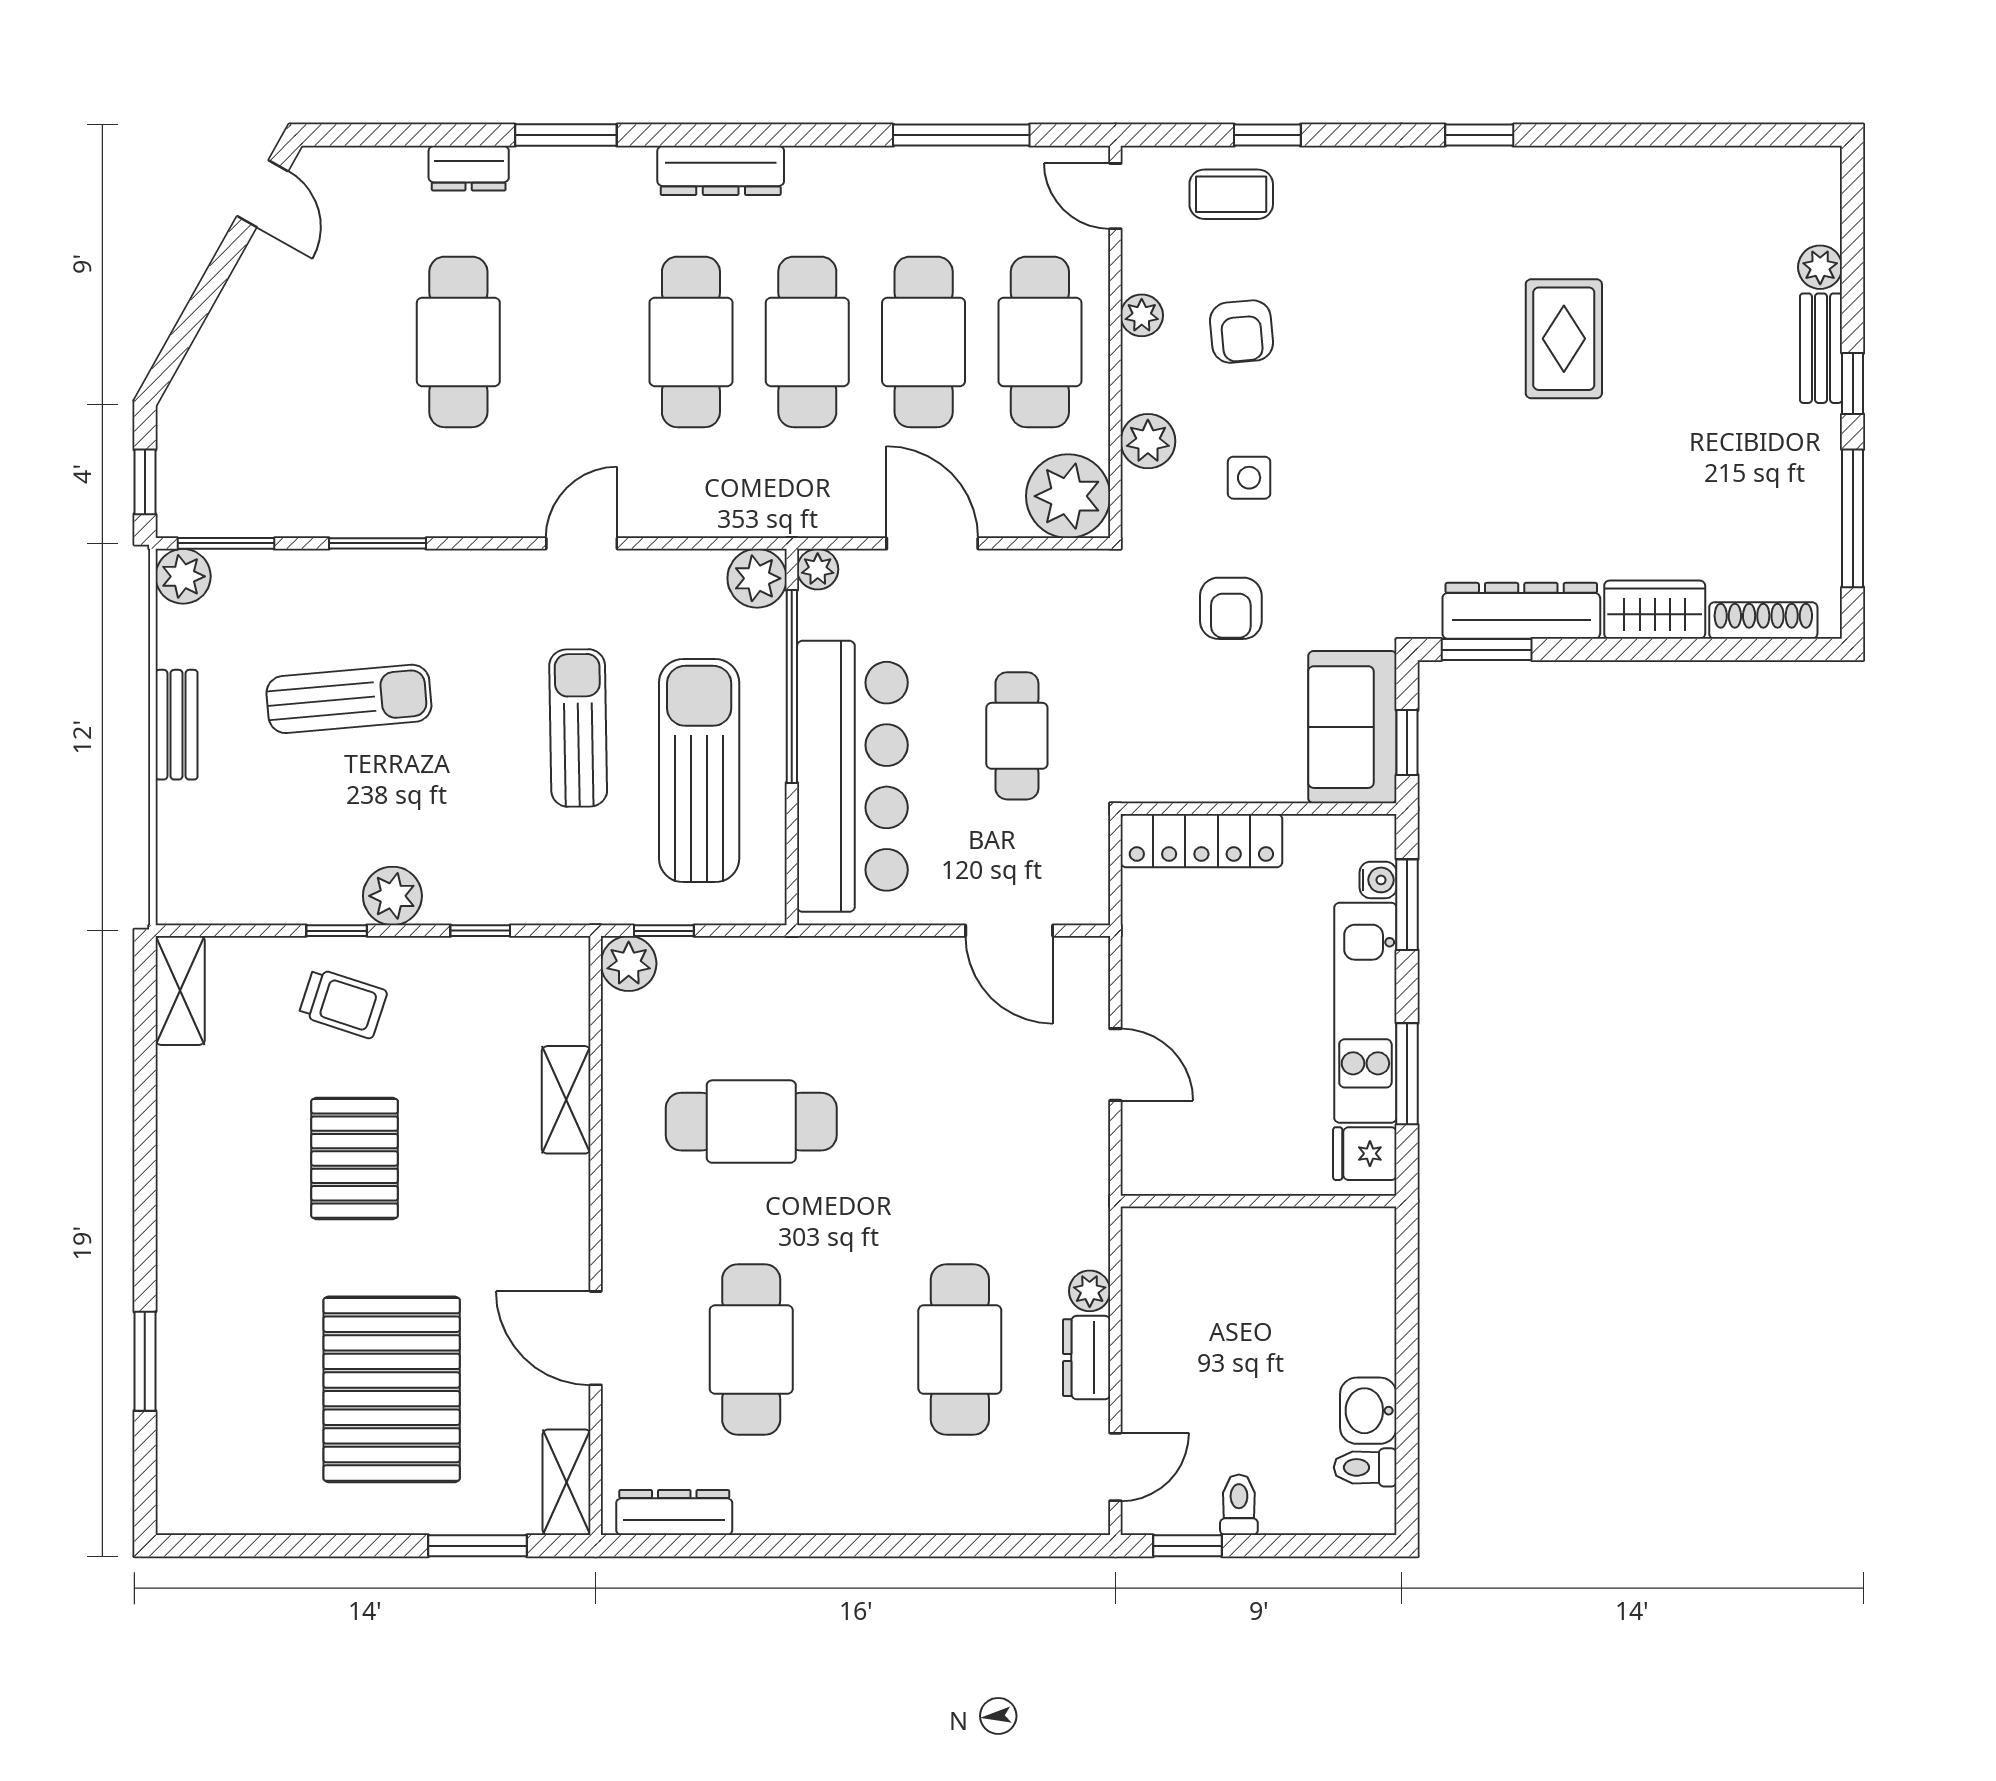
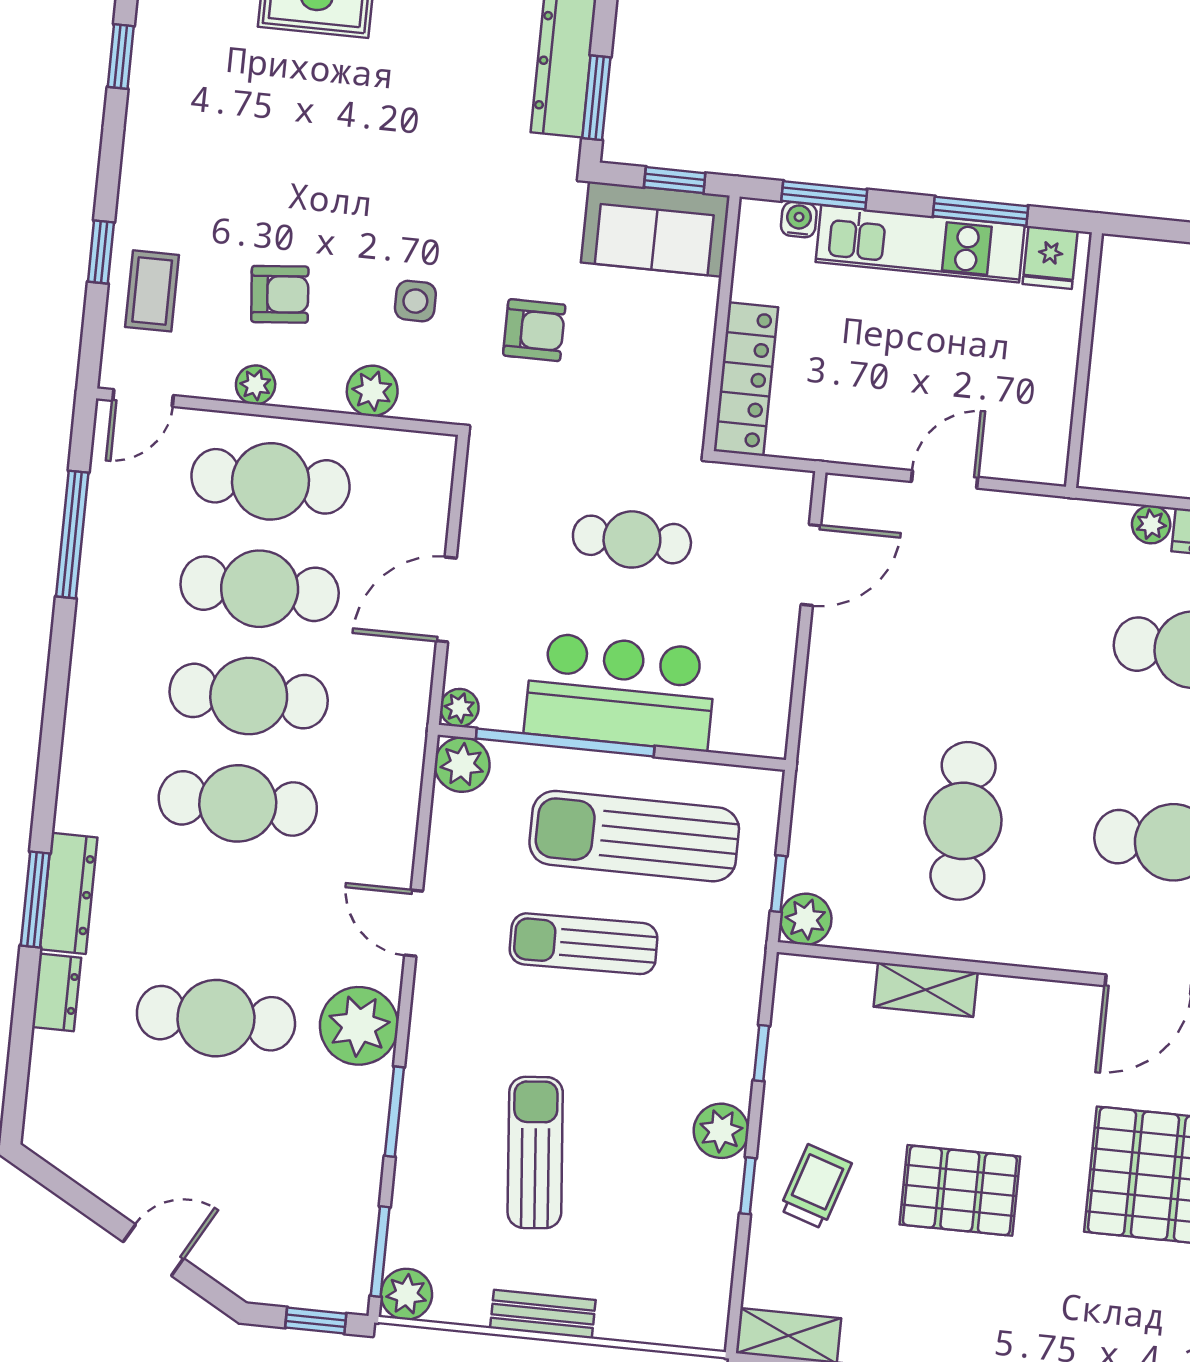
dresser: (721, 170) -> (69, 893), moved
door: (263, 194) -> (153, 1250), moved
plant: (1068, 496) -> (359, 1026), moved
bar counter: (852, 776) -> (620, 692), width x0.73

